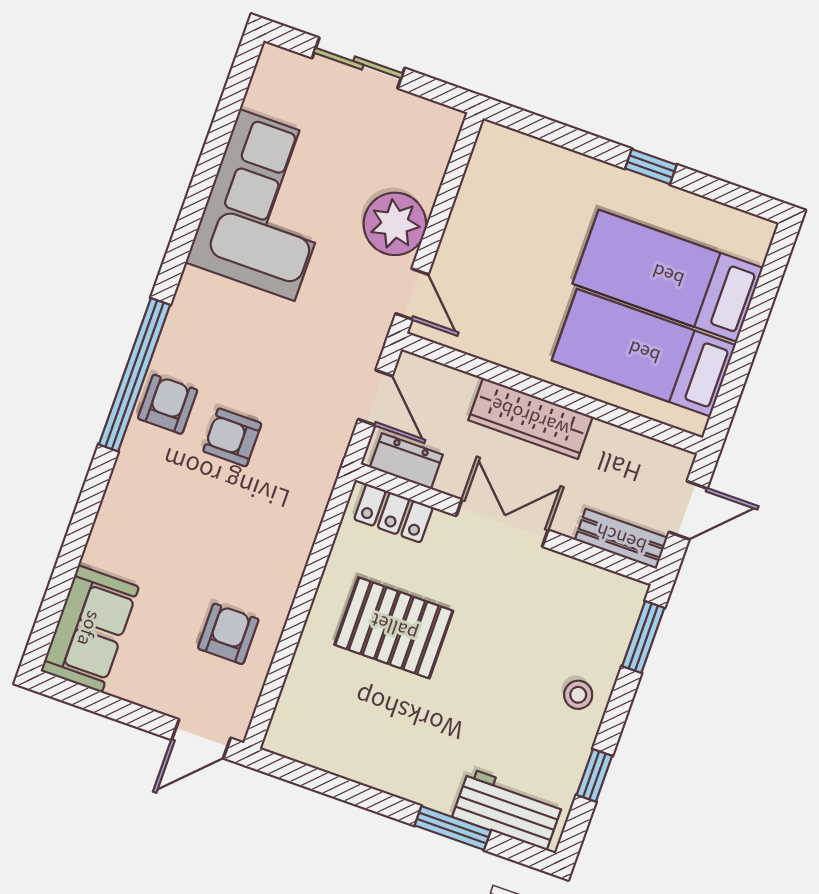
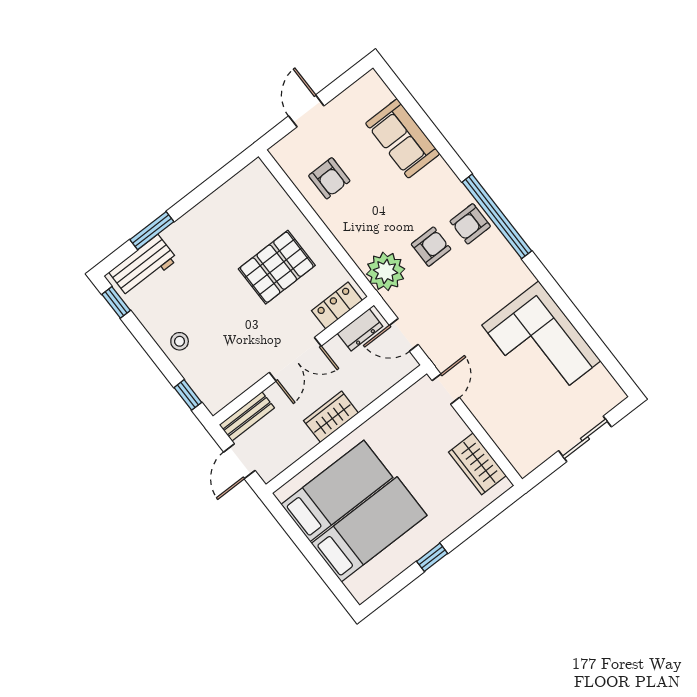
wardrobe: (486, 186) -> (477, 464), added
plant: (395, 224) -> (386, 271), moved
door: (412, 294) -> (446, 389), swing flipped
armchair: (168, 404) -> (470, 224), turned 90
wardrobe: (530, 418) -> (331, 417), width x0.67
sofa: (90, 629) -> (403, 138), moved
window: (643, 637) -> (188, 395), width x0.67
door: (201, 739) -> (306, 111), moved
window: (594, 775) -> (116, 302), moved

